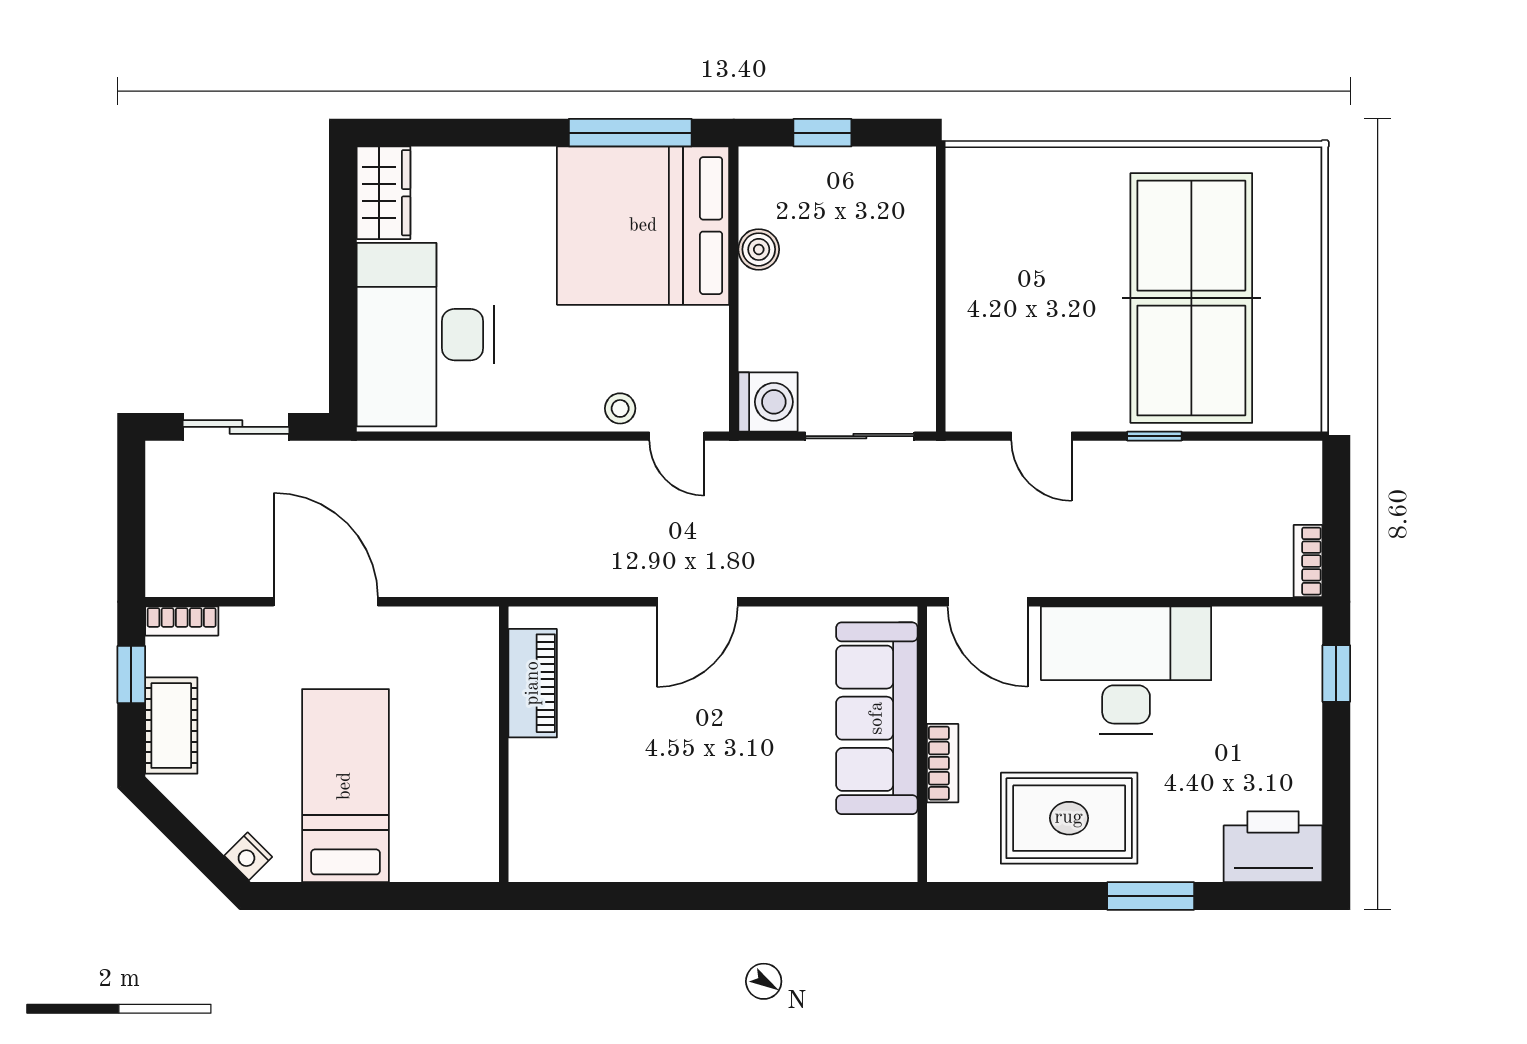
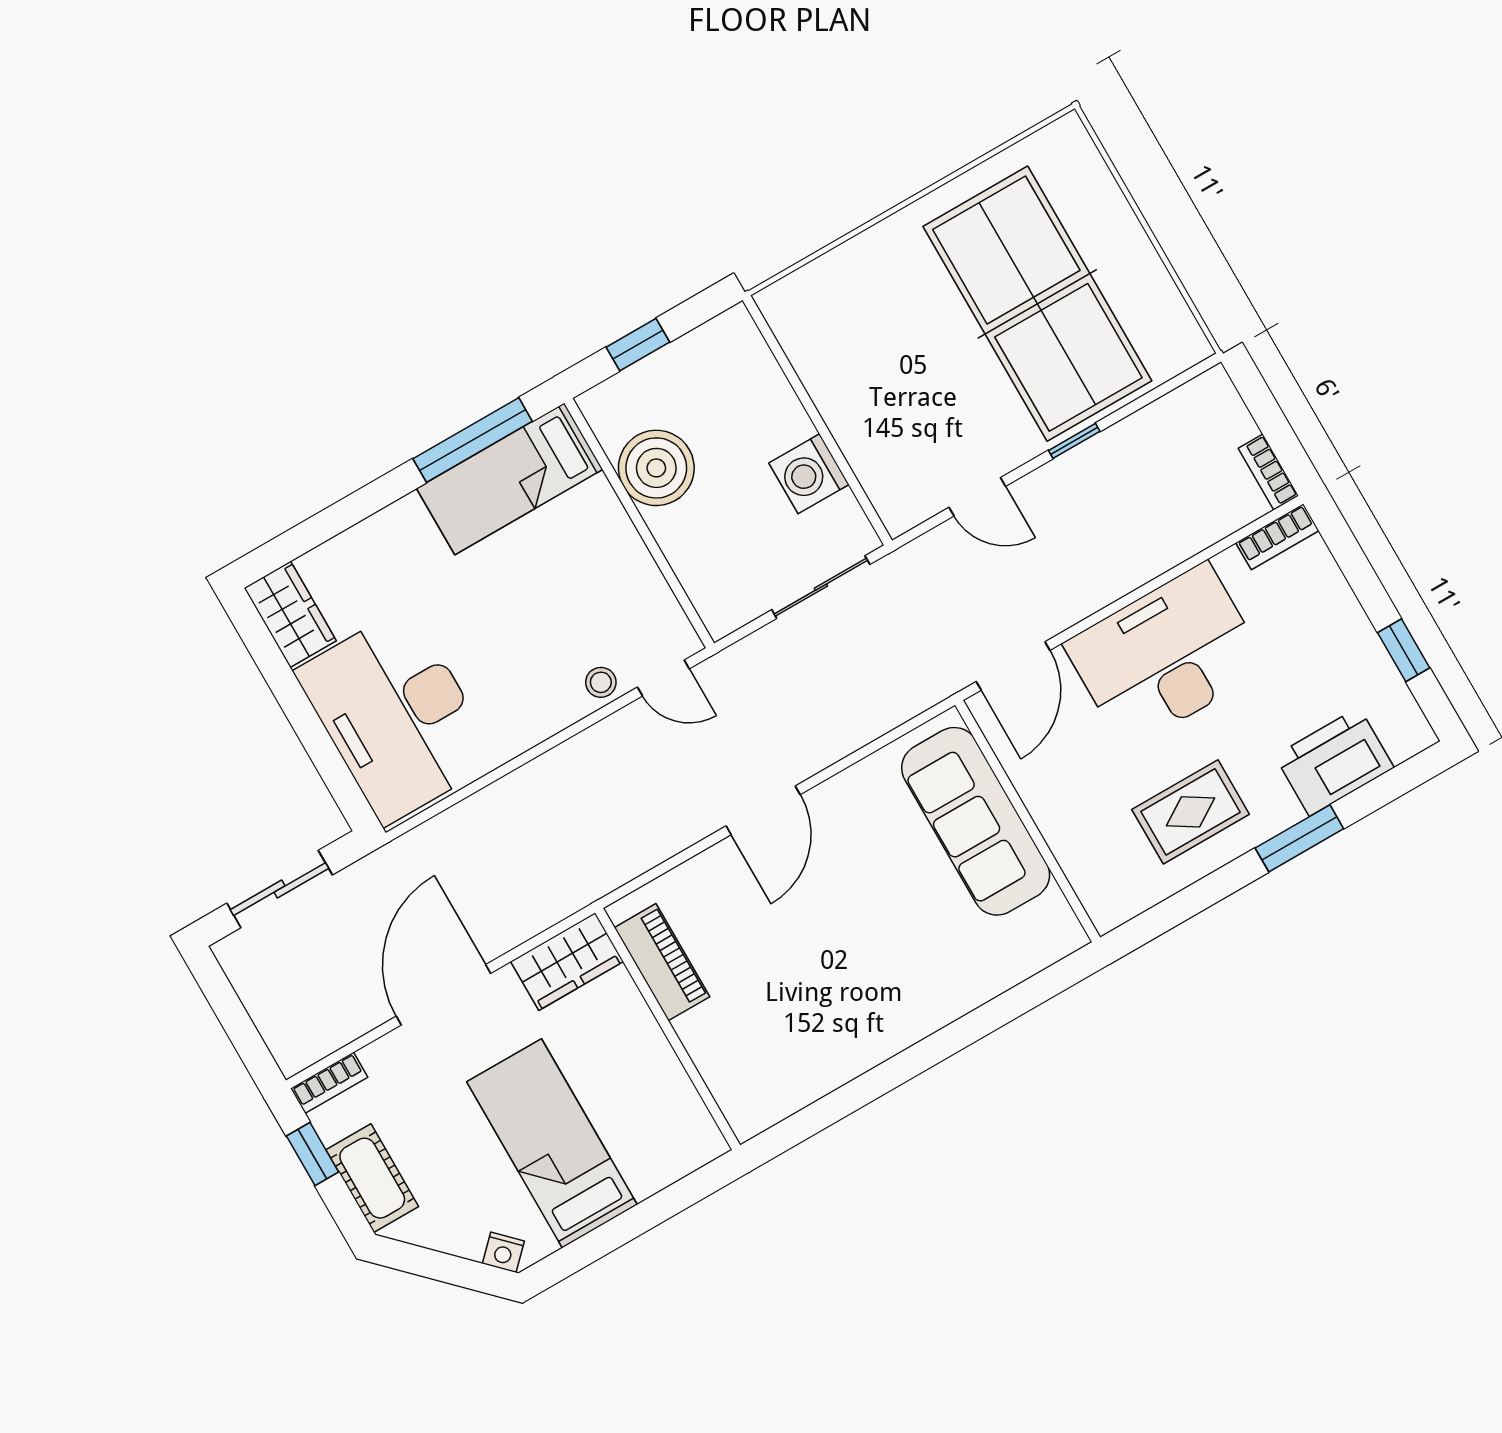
bed: (643, 226) -> (510, 479), width x0.49
boiler: (759, 249) -> (656, 468), width x1.86, depth x1.86
washing machine: (768, 402) -> (809, 474), moved, turned 180
door: (326, 602) -> (444, 995), hinge flipped
door: (988, 602) -> (1013, 666), hinge flipped
wardrobe: (450, 635) -> (567, 962), added
window: (1336, 674) -> (1404, 650), moved
bookcase: (943, 763) -> (1277, 537), moved, turned 90
rug: (1069, 818) -> (1191, 812), width x0.73, depth x0.70
printer: (1273, 847) -> (1334, 762), moved

